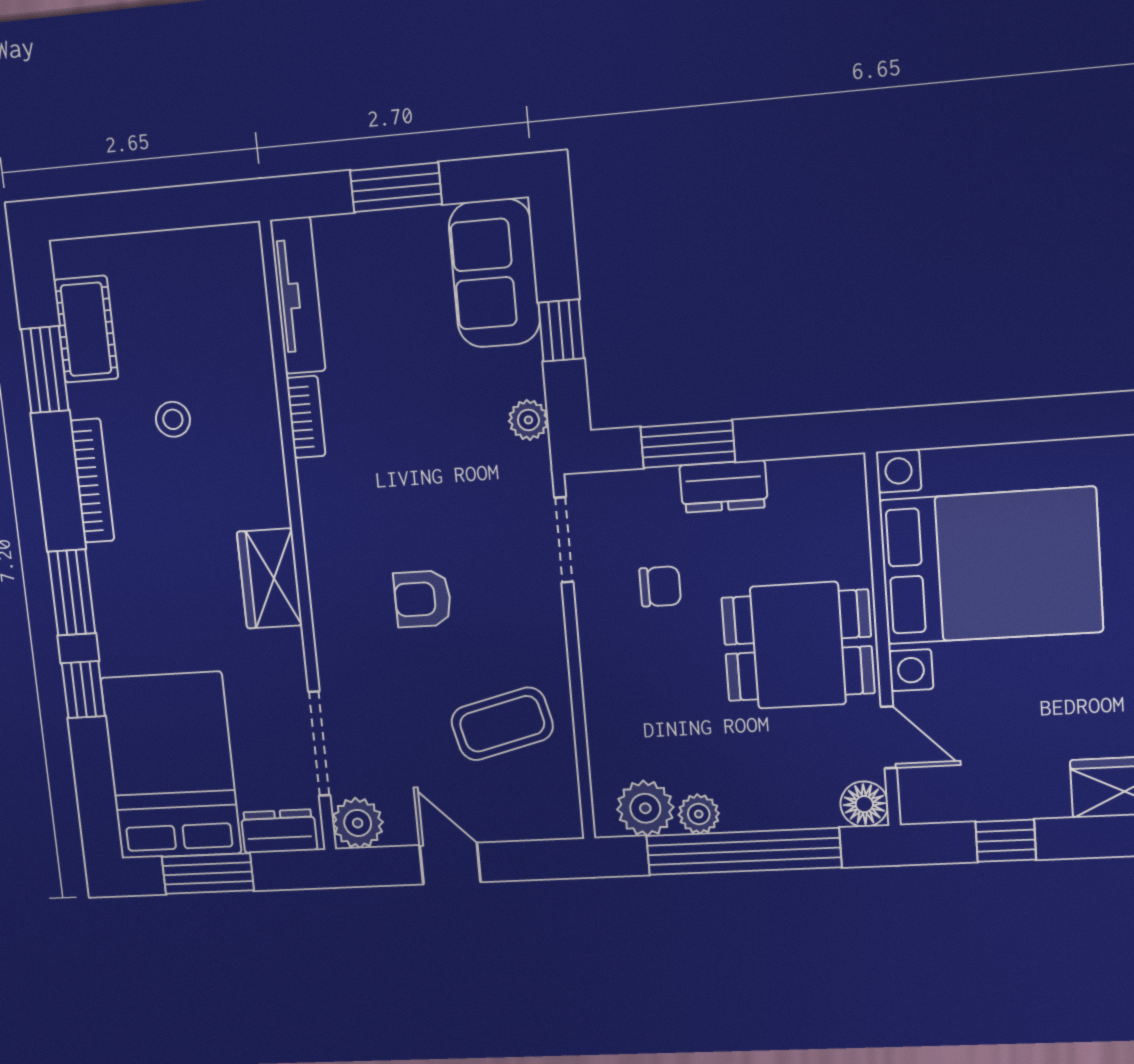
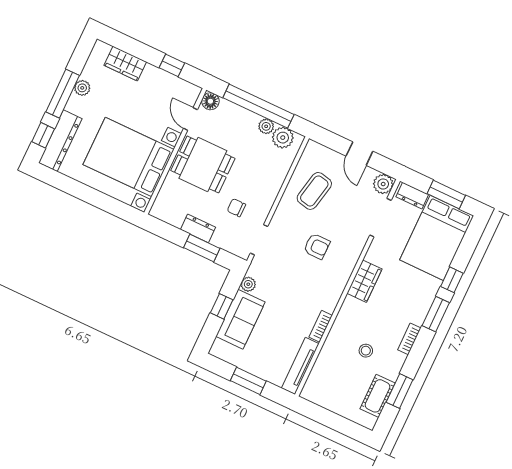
sofa: (494, 273) -> (240, 319), moved
bookcase: (92, 481) -> (409, 339), width x0.64
coffee table: (502, 724) -> (314, 191), turned -64

